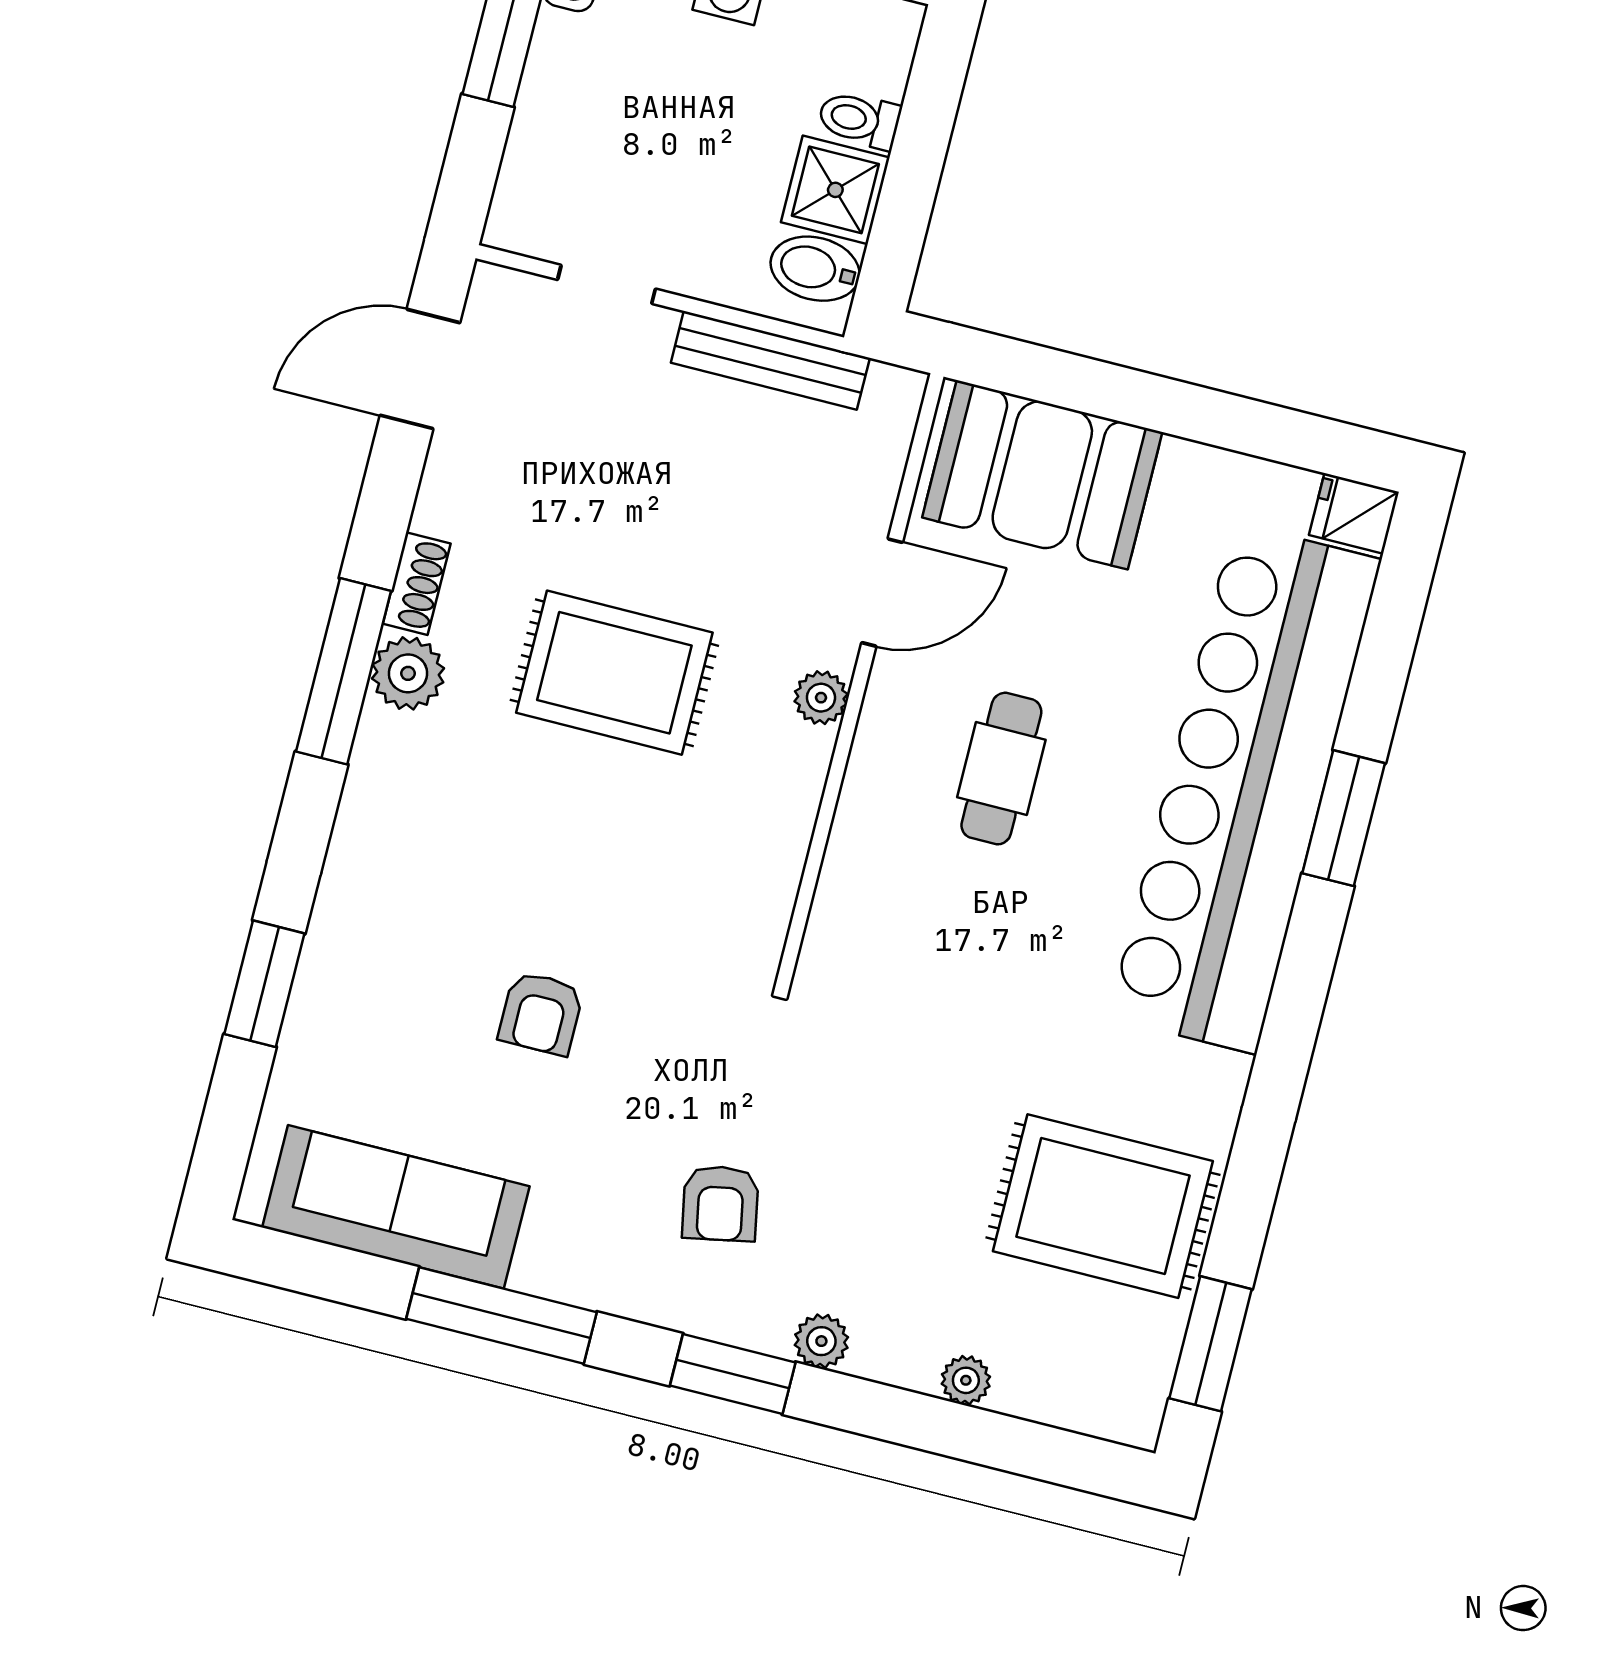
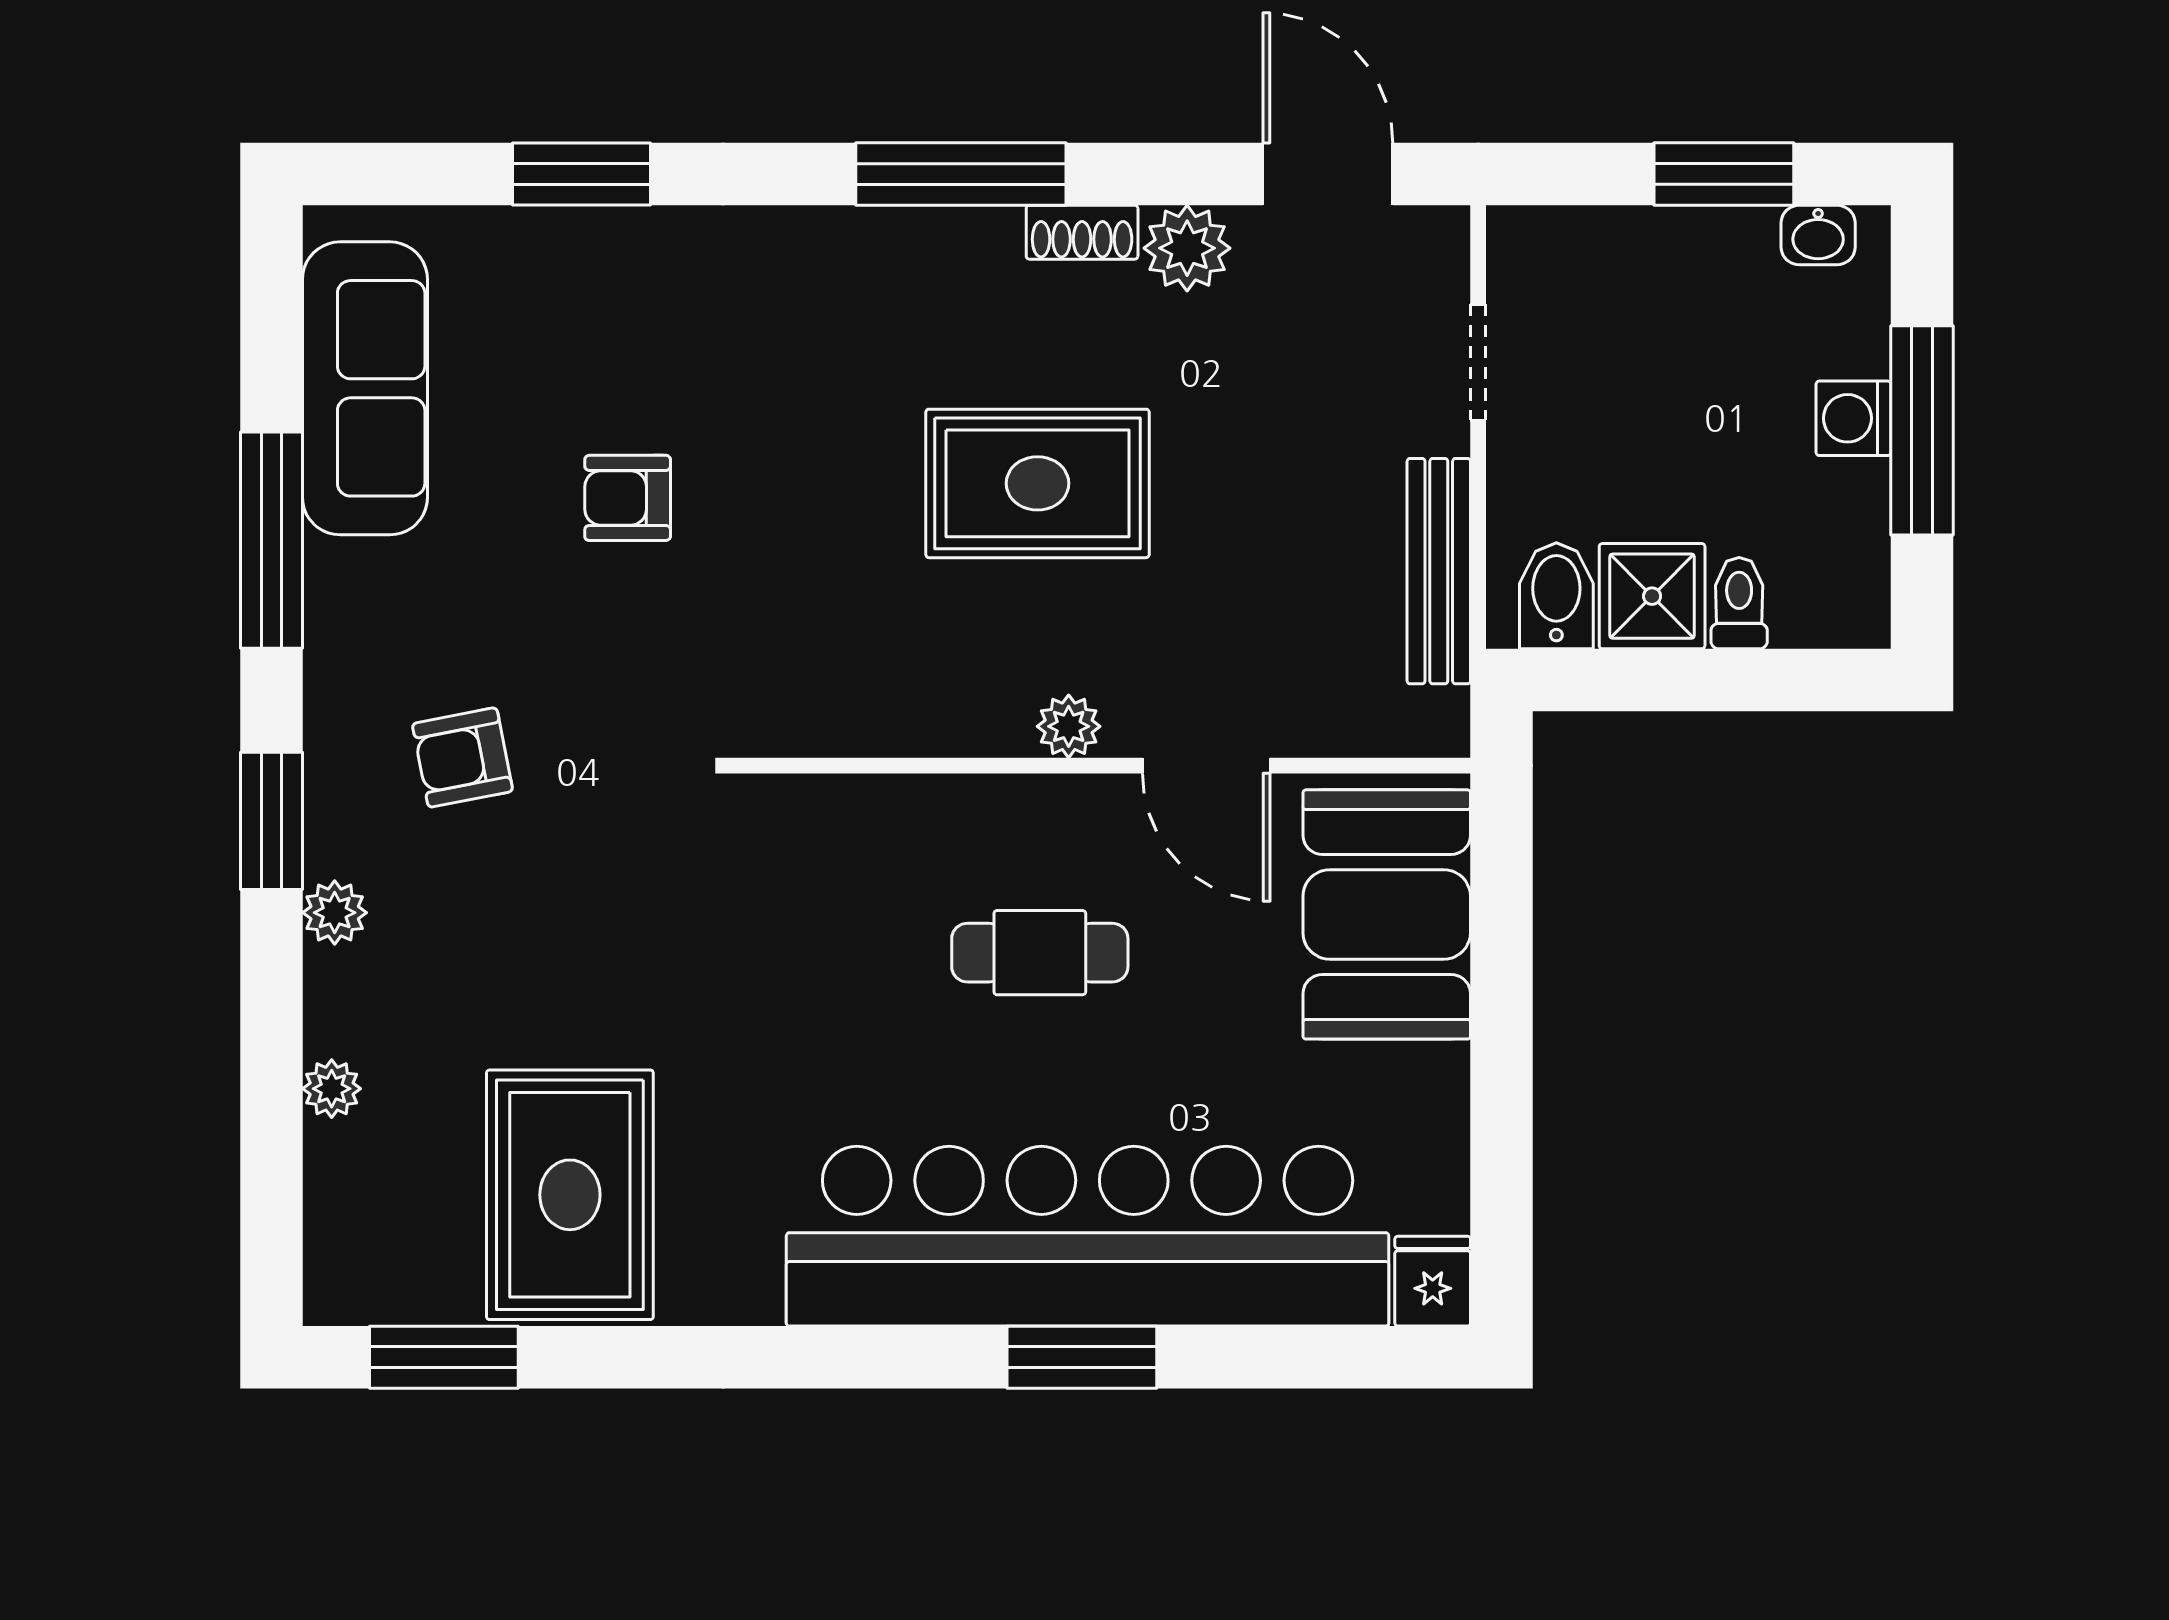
plant: (408, 673) -> (1187, 248), moved
rug: (614, 673) -> (1037, 483), turned 90

